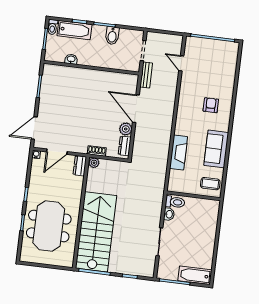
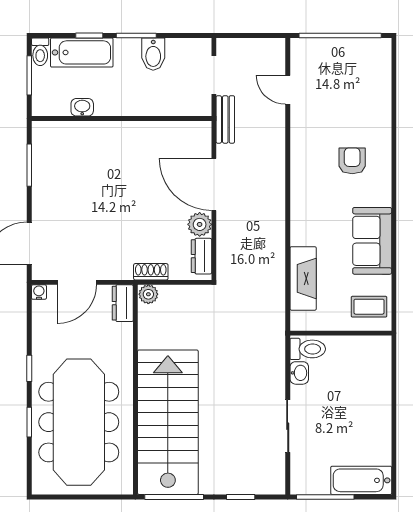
fireplace: (179, 153) -> (303, 278), moved
meeting table: (49, 226) -> (79, 422), width x1.36

